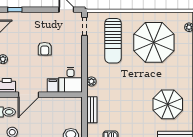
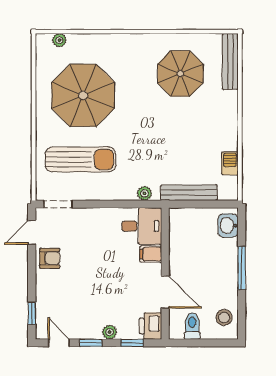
armchair: (45, 49) -> (50, 258), moved
bench: (92, 110) -> (189, 193), width x1.36

